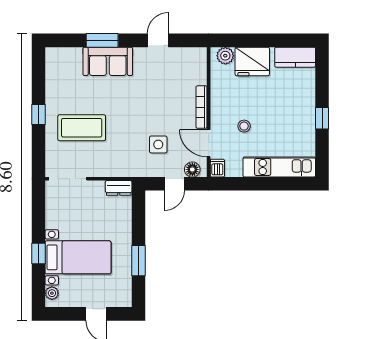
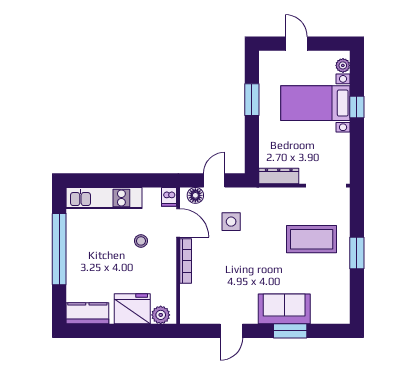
window: (39, 115) -> (357, 253), width x1.50
window: (322, 118) -> (59, 249), width x3.17
dresser: (119, 188) -> (279, 176), width x1.44

